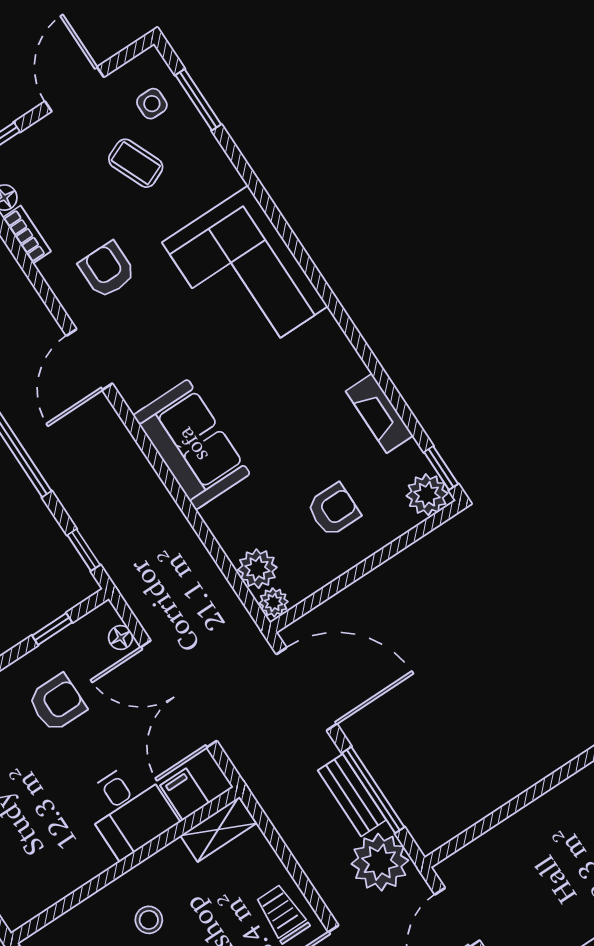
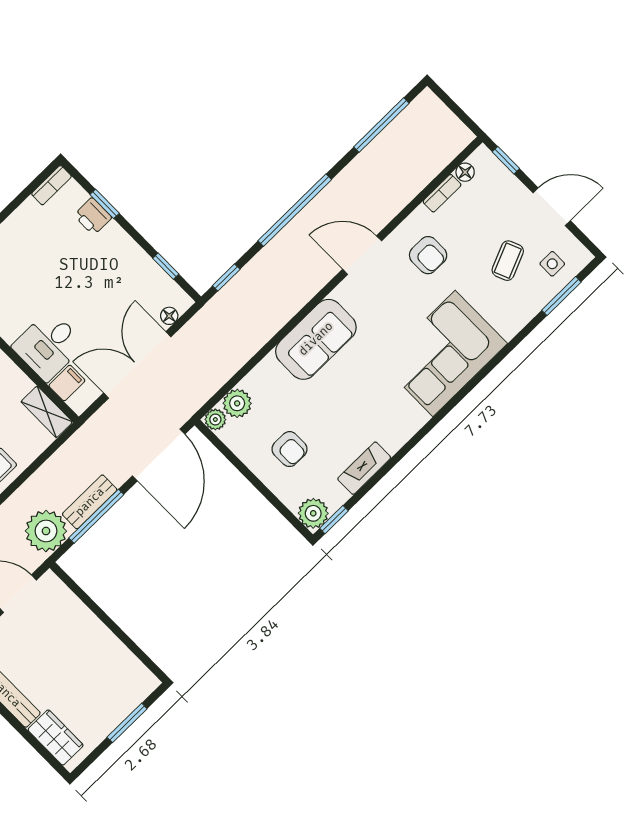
armchair: (107, 270) -> (428, 255), turned 90
armchair: (57, 703) -> (114, 280), removed

